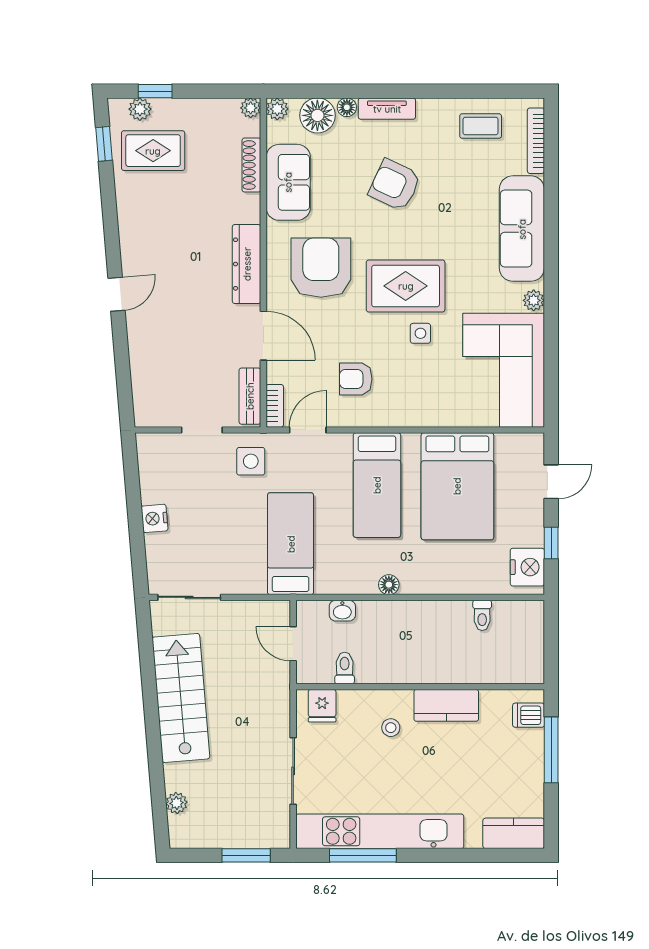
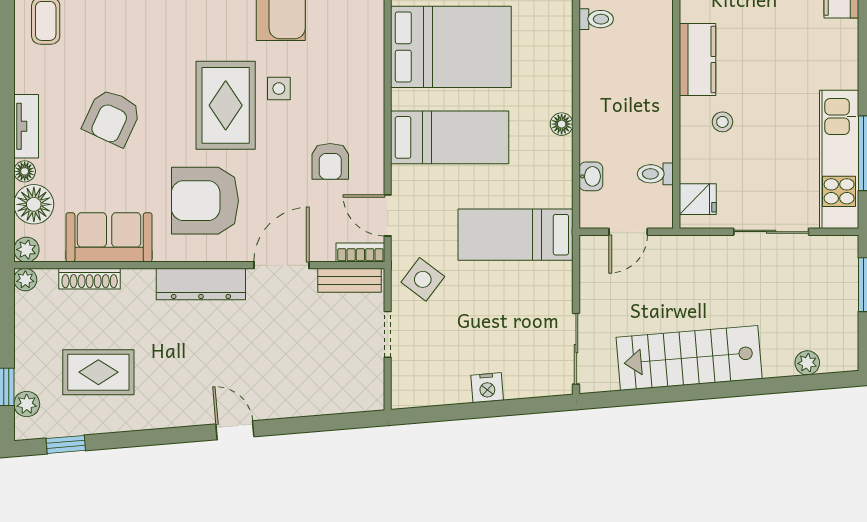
rug: (153, 151) -> (98, 372), moved, turned 90
side table: (251, 461) -> (423, 279), turned 37
kitchen unit: (380, 831) -> (839, 159), width x0.73

